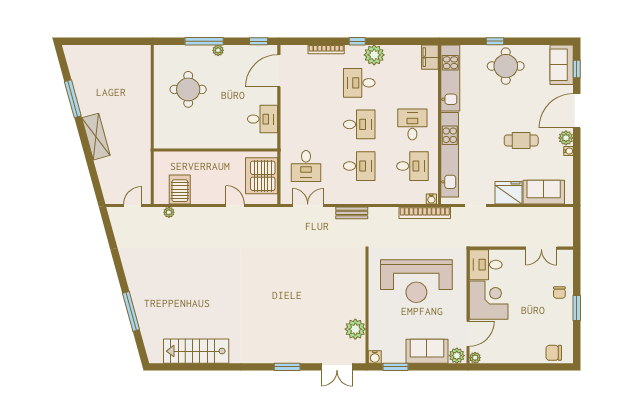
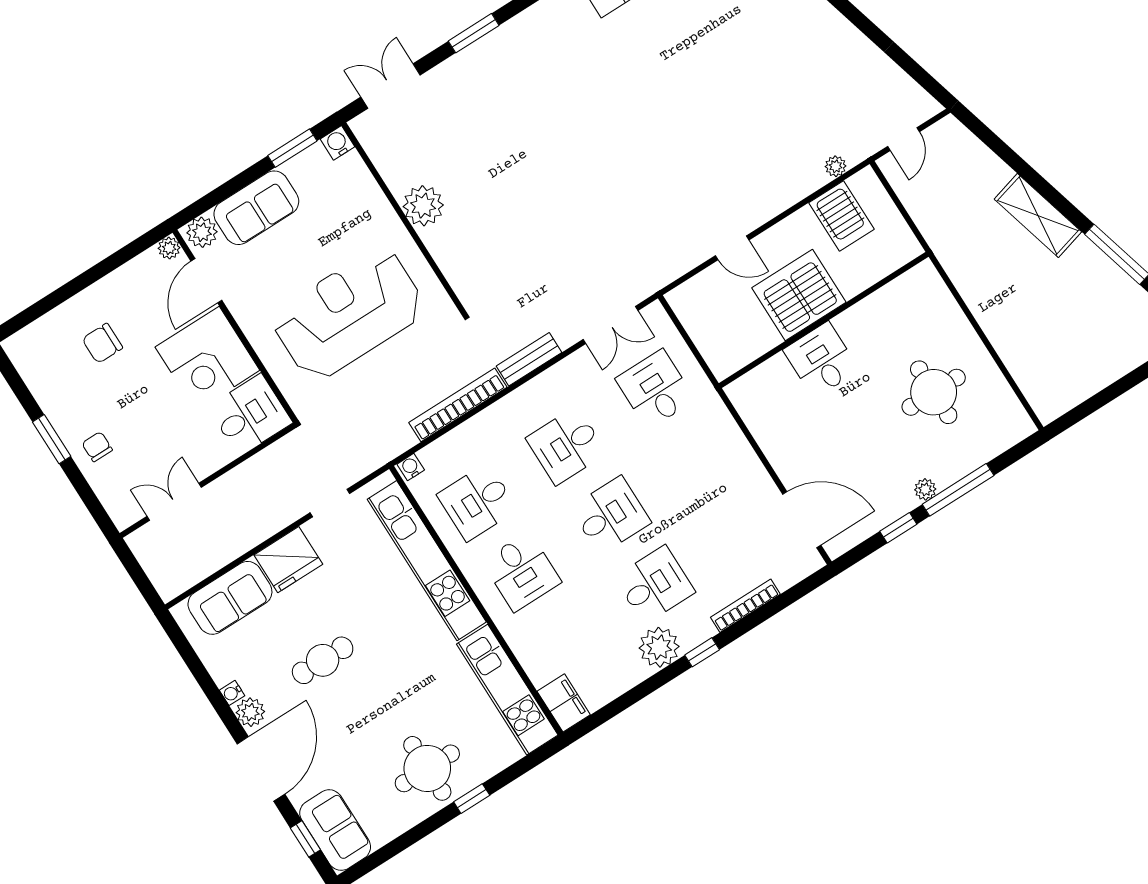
window: (259, 41) -> (898, 528), moved
door: (279, 71) -> (802, 520), hinge flipped
desk: (262, 119) -> (821, 360), moved, turned 90
desk: (359, 124) -> (610, 515), turned 180
server rack: (262, 176) -> (799, 295), moved, turned -90
bookcase: (425, 213) -> (458, 405), moved
plant: (355, 329) -> (423, 206), moved
chair: (554, 353) -> (102, 343), moved, turned 180

